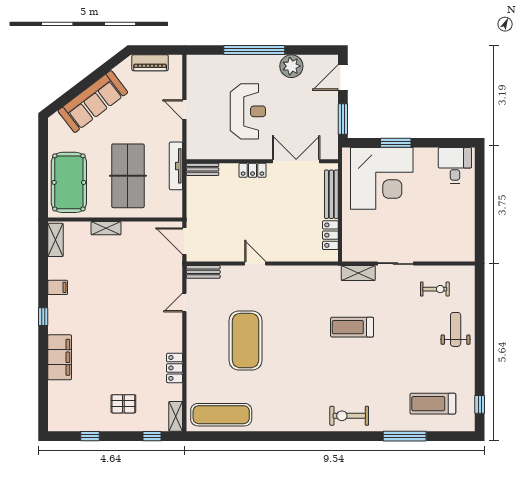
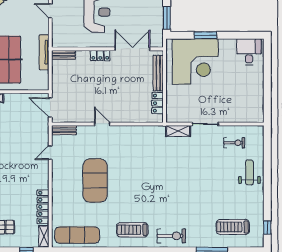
treadmill: (352, 327) -> (132, 230), moved
locker: (175, 368) -> (43, 207), width x1.53
exercise bike: (349, 416) -> (171, 236), turned 180

